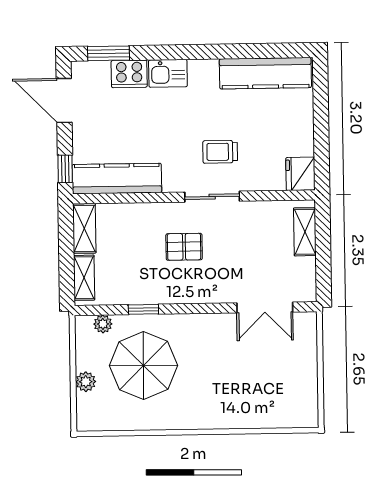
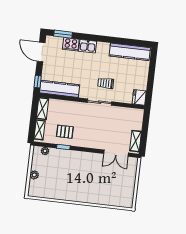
shelving: (305, 232) -> (136, 141), moved
pallet: (184, 247) -> (65, 132), moved
parasol: (144, 366) -> (60, 171), removed

